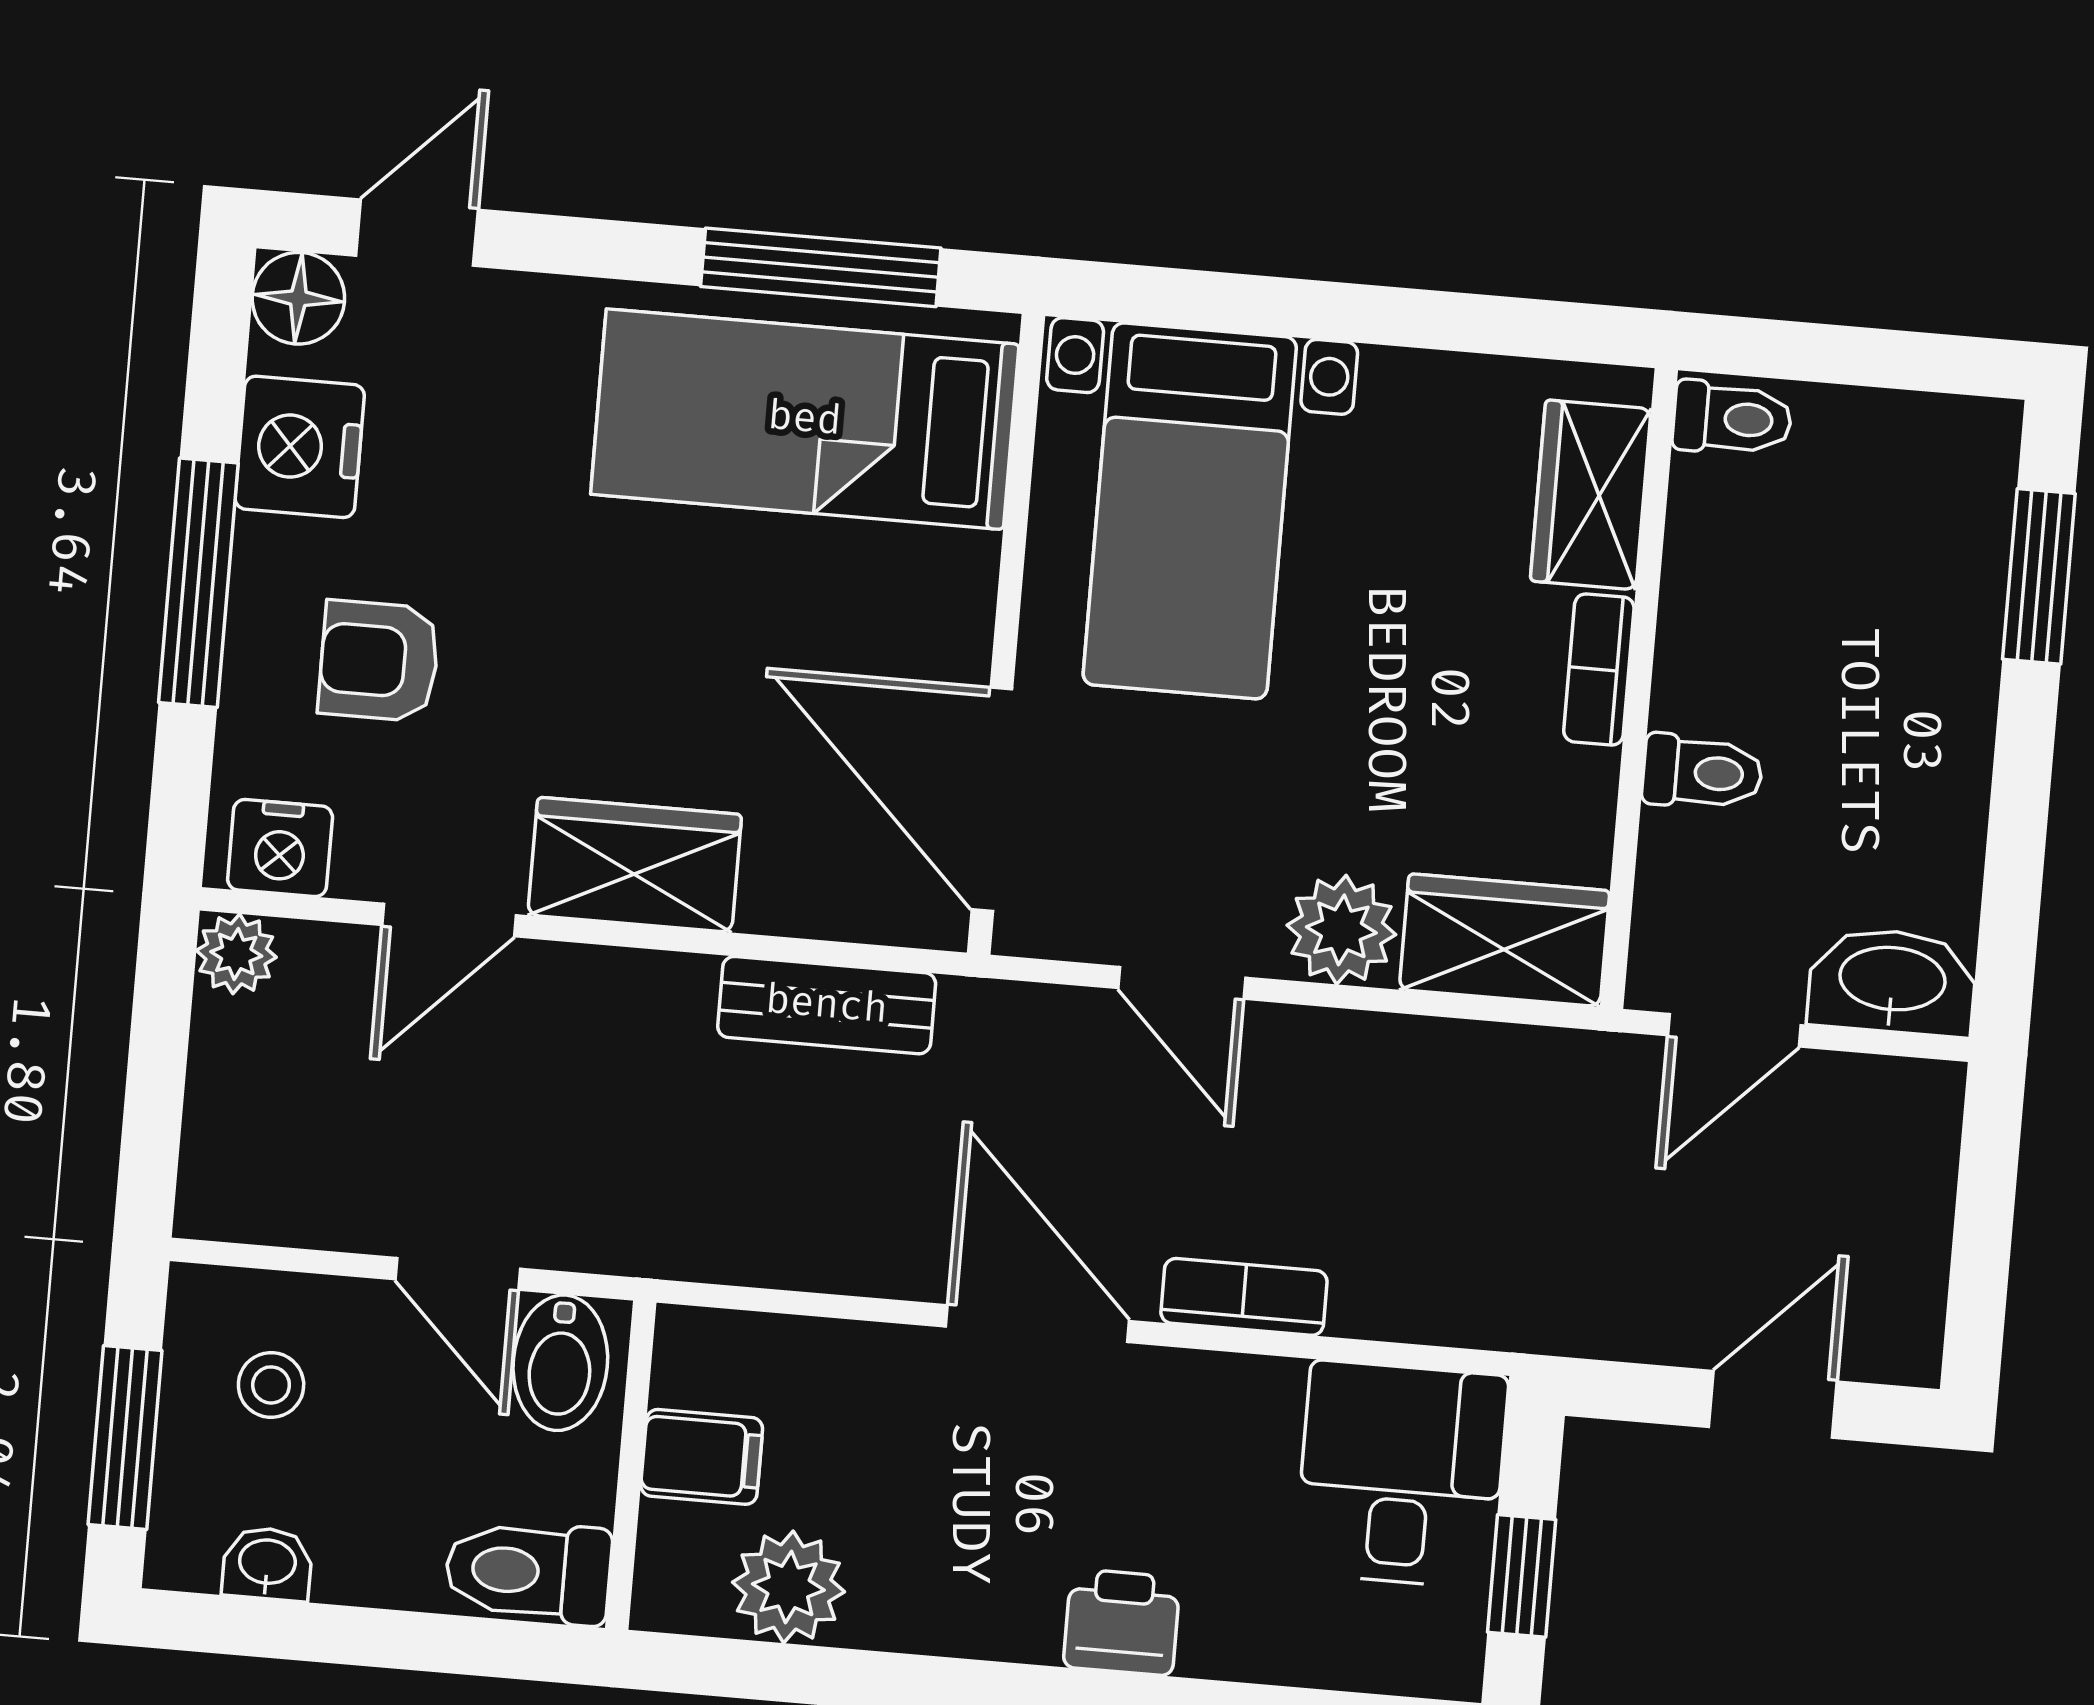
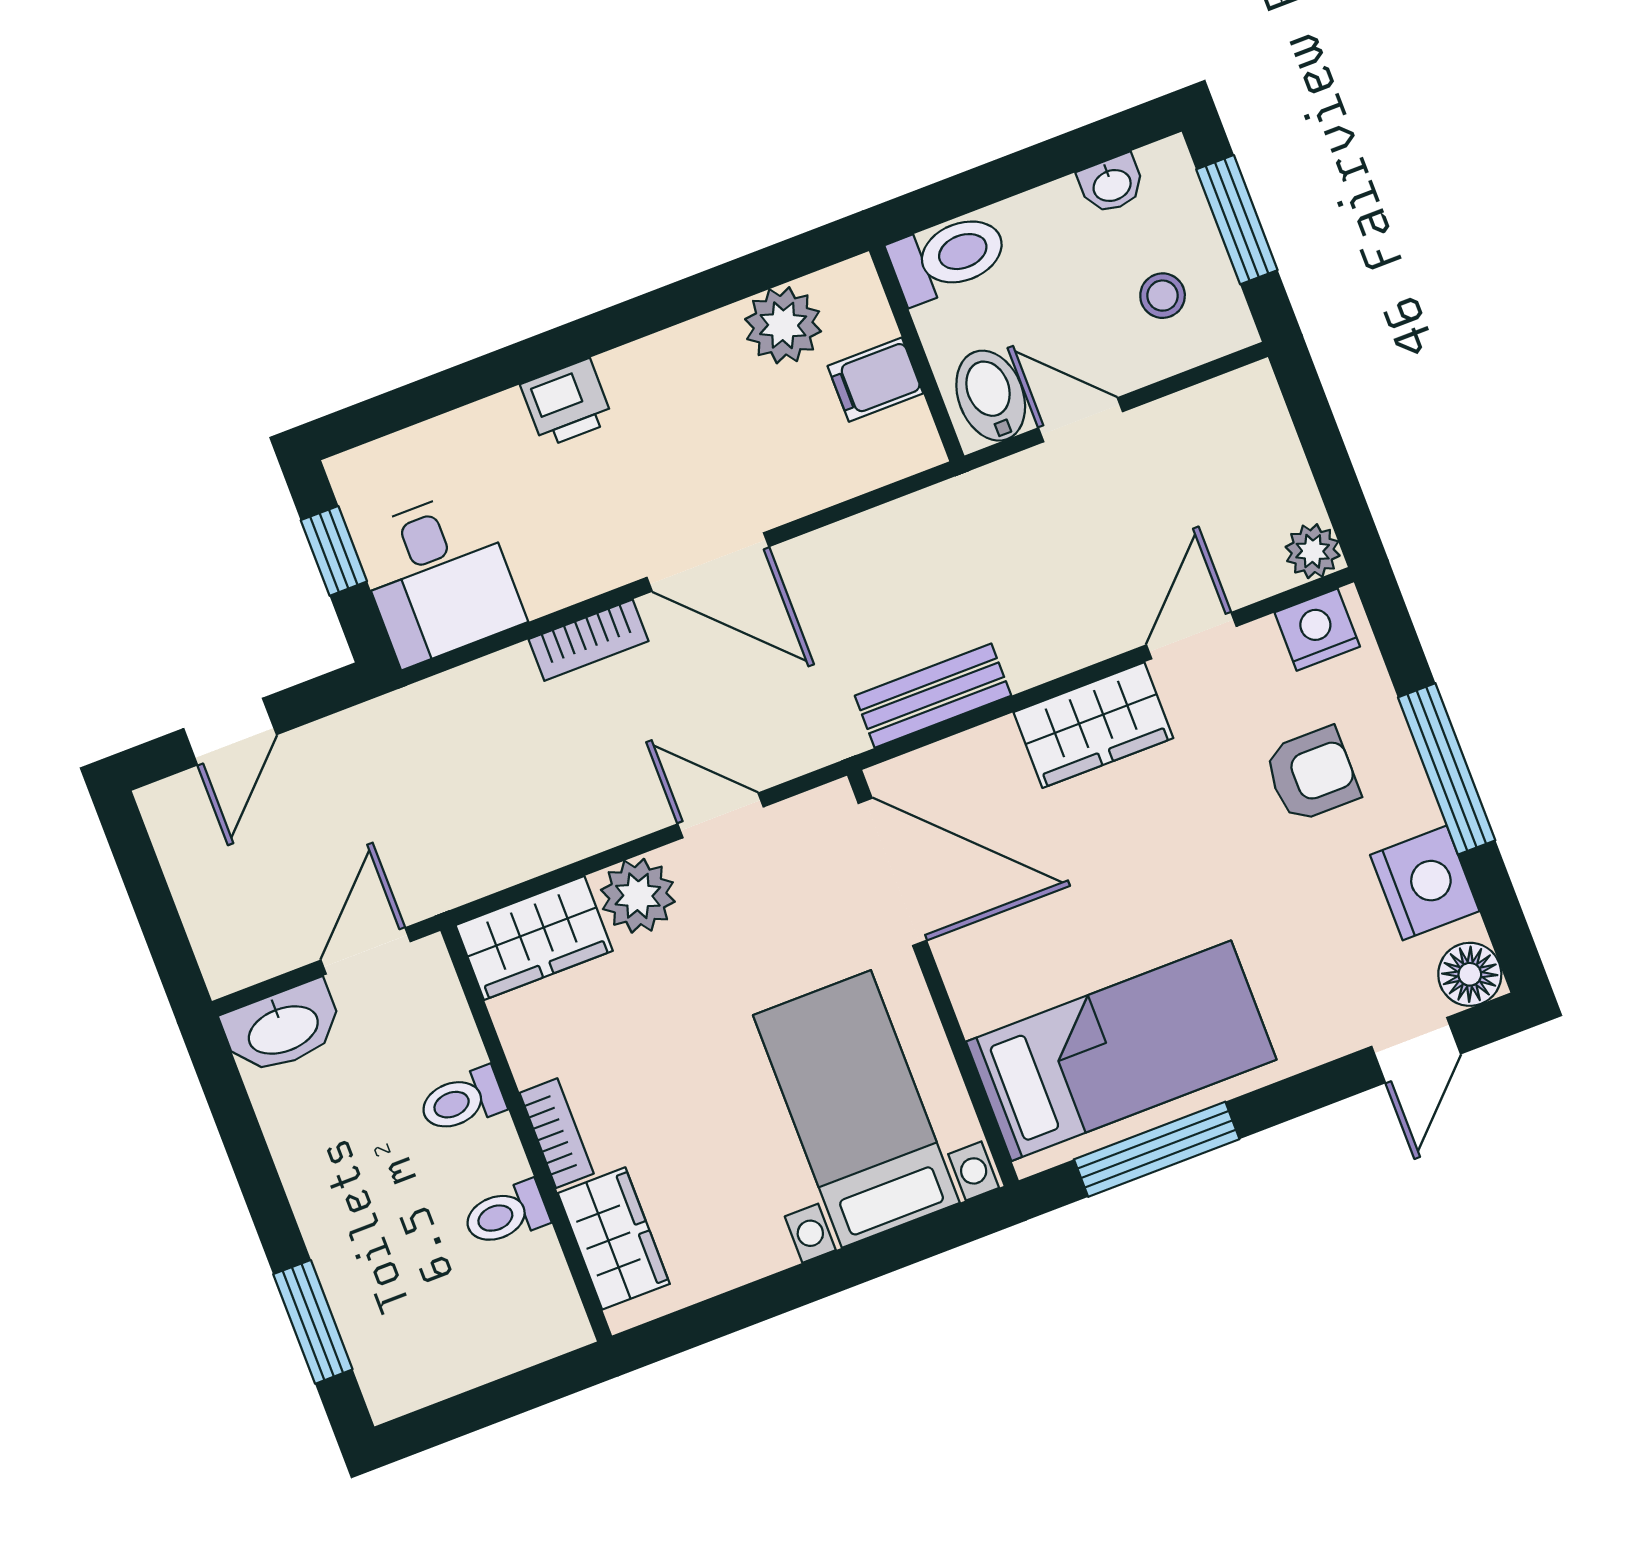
toilet: (1732, 419) -> (506, 1214), moved

